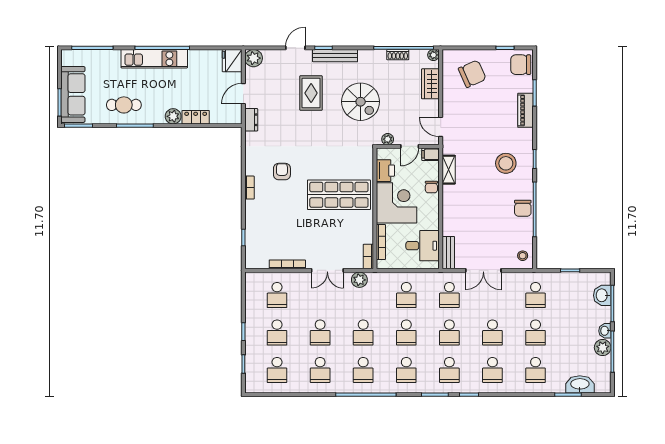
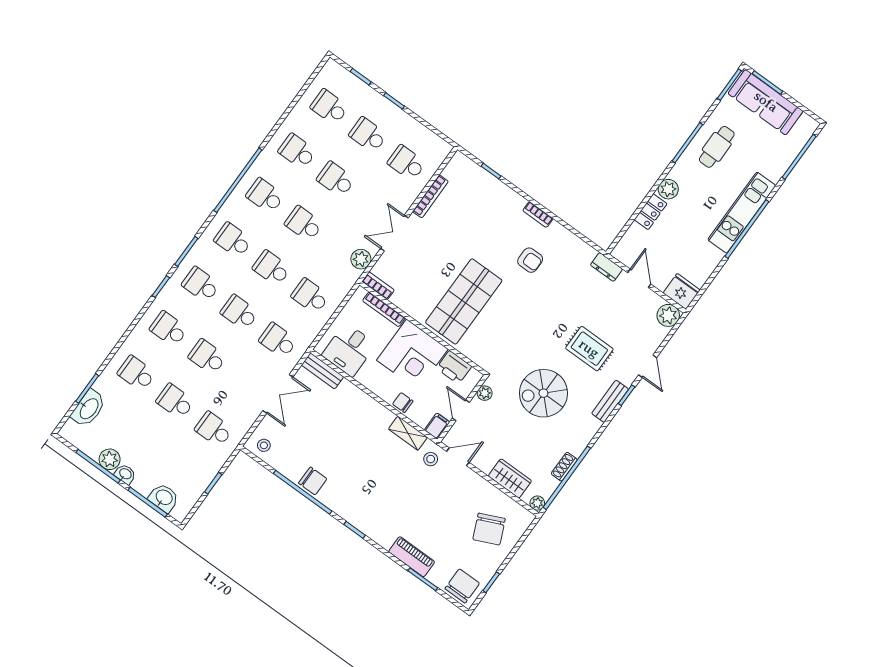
bench: (335, 56) -> (610, 401), width x0.73
stool: (506, 163) -> (431, 459), moved, width x0.53, depth x0.53
chair: (523, 208) -> (313, 481), turned 180
double door: (483, 270) -> (278, 394), swing flipped

